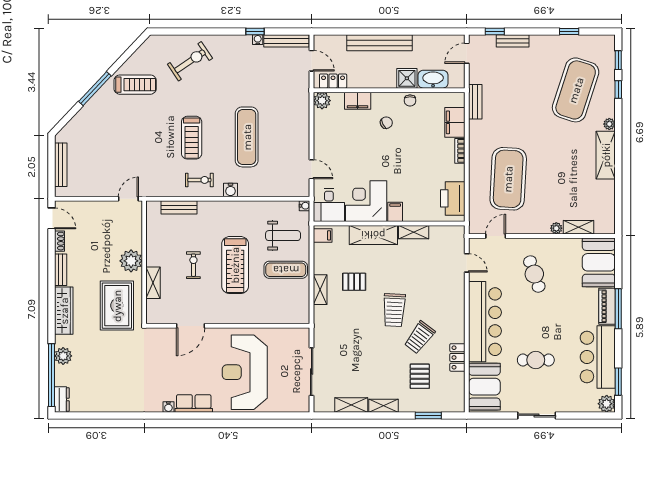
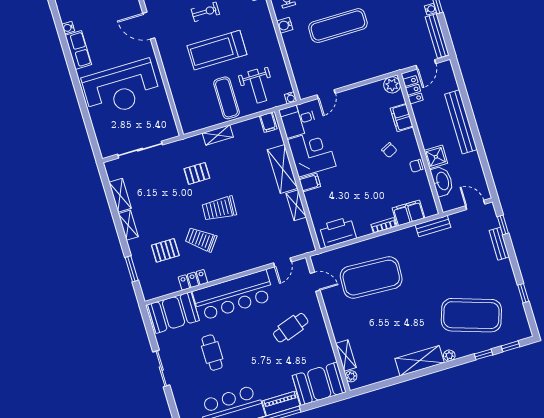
plant: (556, 228) -> (351, 376), moved
pallet: (354, 282) -> (197, 173), moved, turned 90
reception desk: (245, 372) -> (121, 88), turned 180

